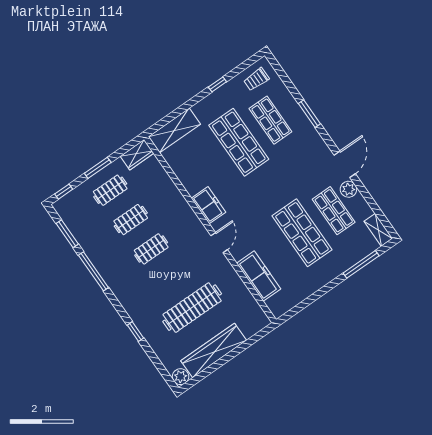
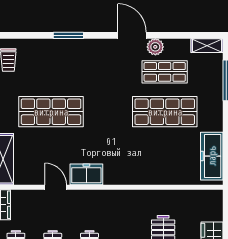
shop shelf: (270, 120) -> (51, 72), removed
door: (219, 243) -> (56, 187), moved
freezer: (259, 276) -> (212, 156), moved, turned -90

